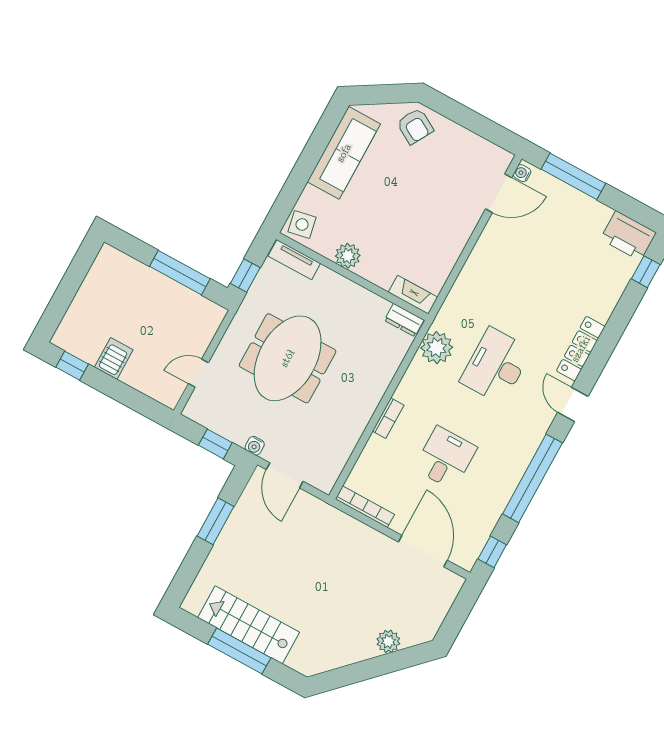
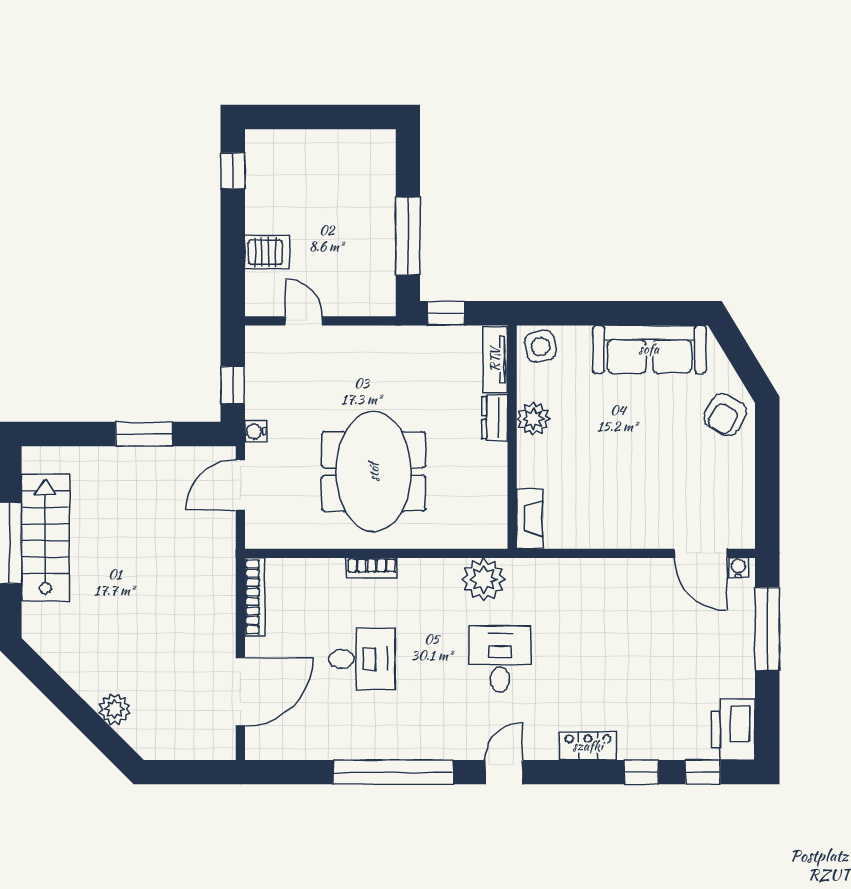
dresser: (404, 320) -> (495, 418), moved
locker: (581, 349) -> (588, 746), width x0.66
server rack: (114, 358) -> (267, 252), moved
meeting table: (288, 358) -> (374, 472), moved, turned 90
desk: (496, 366) -> (500, 659), width x0.73
window: (492, 552) -> (641, 772), moved

